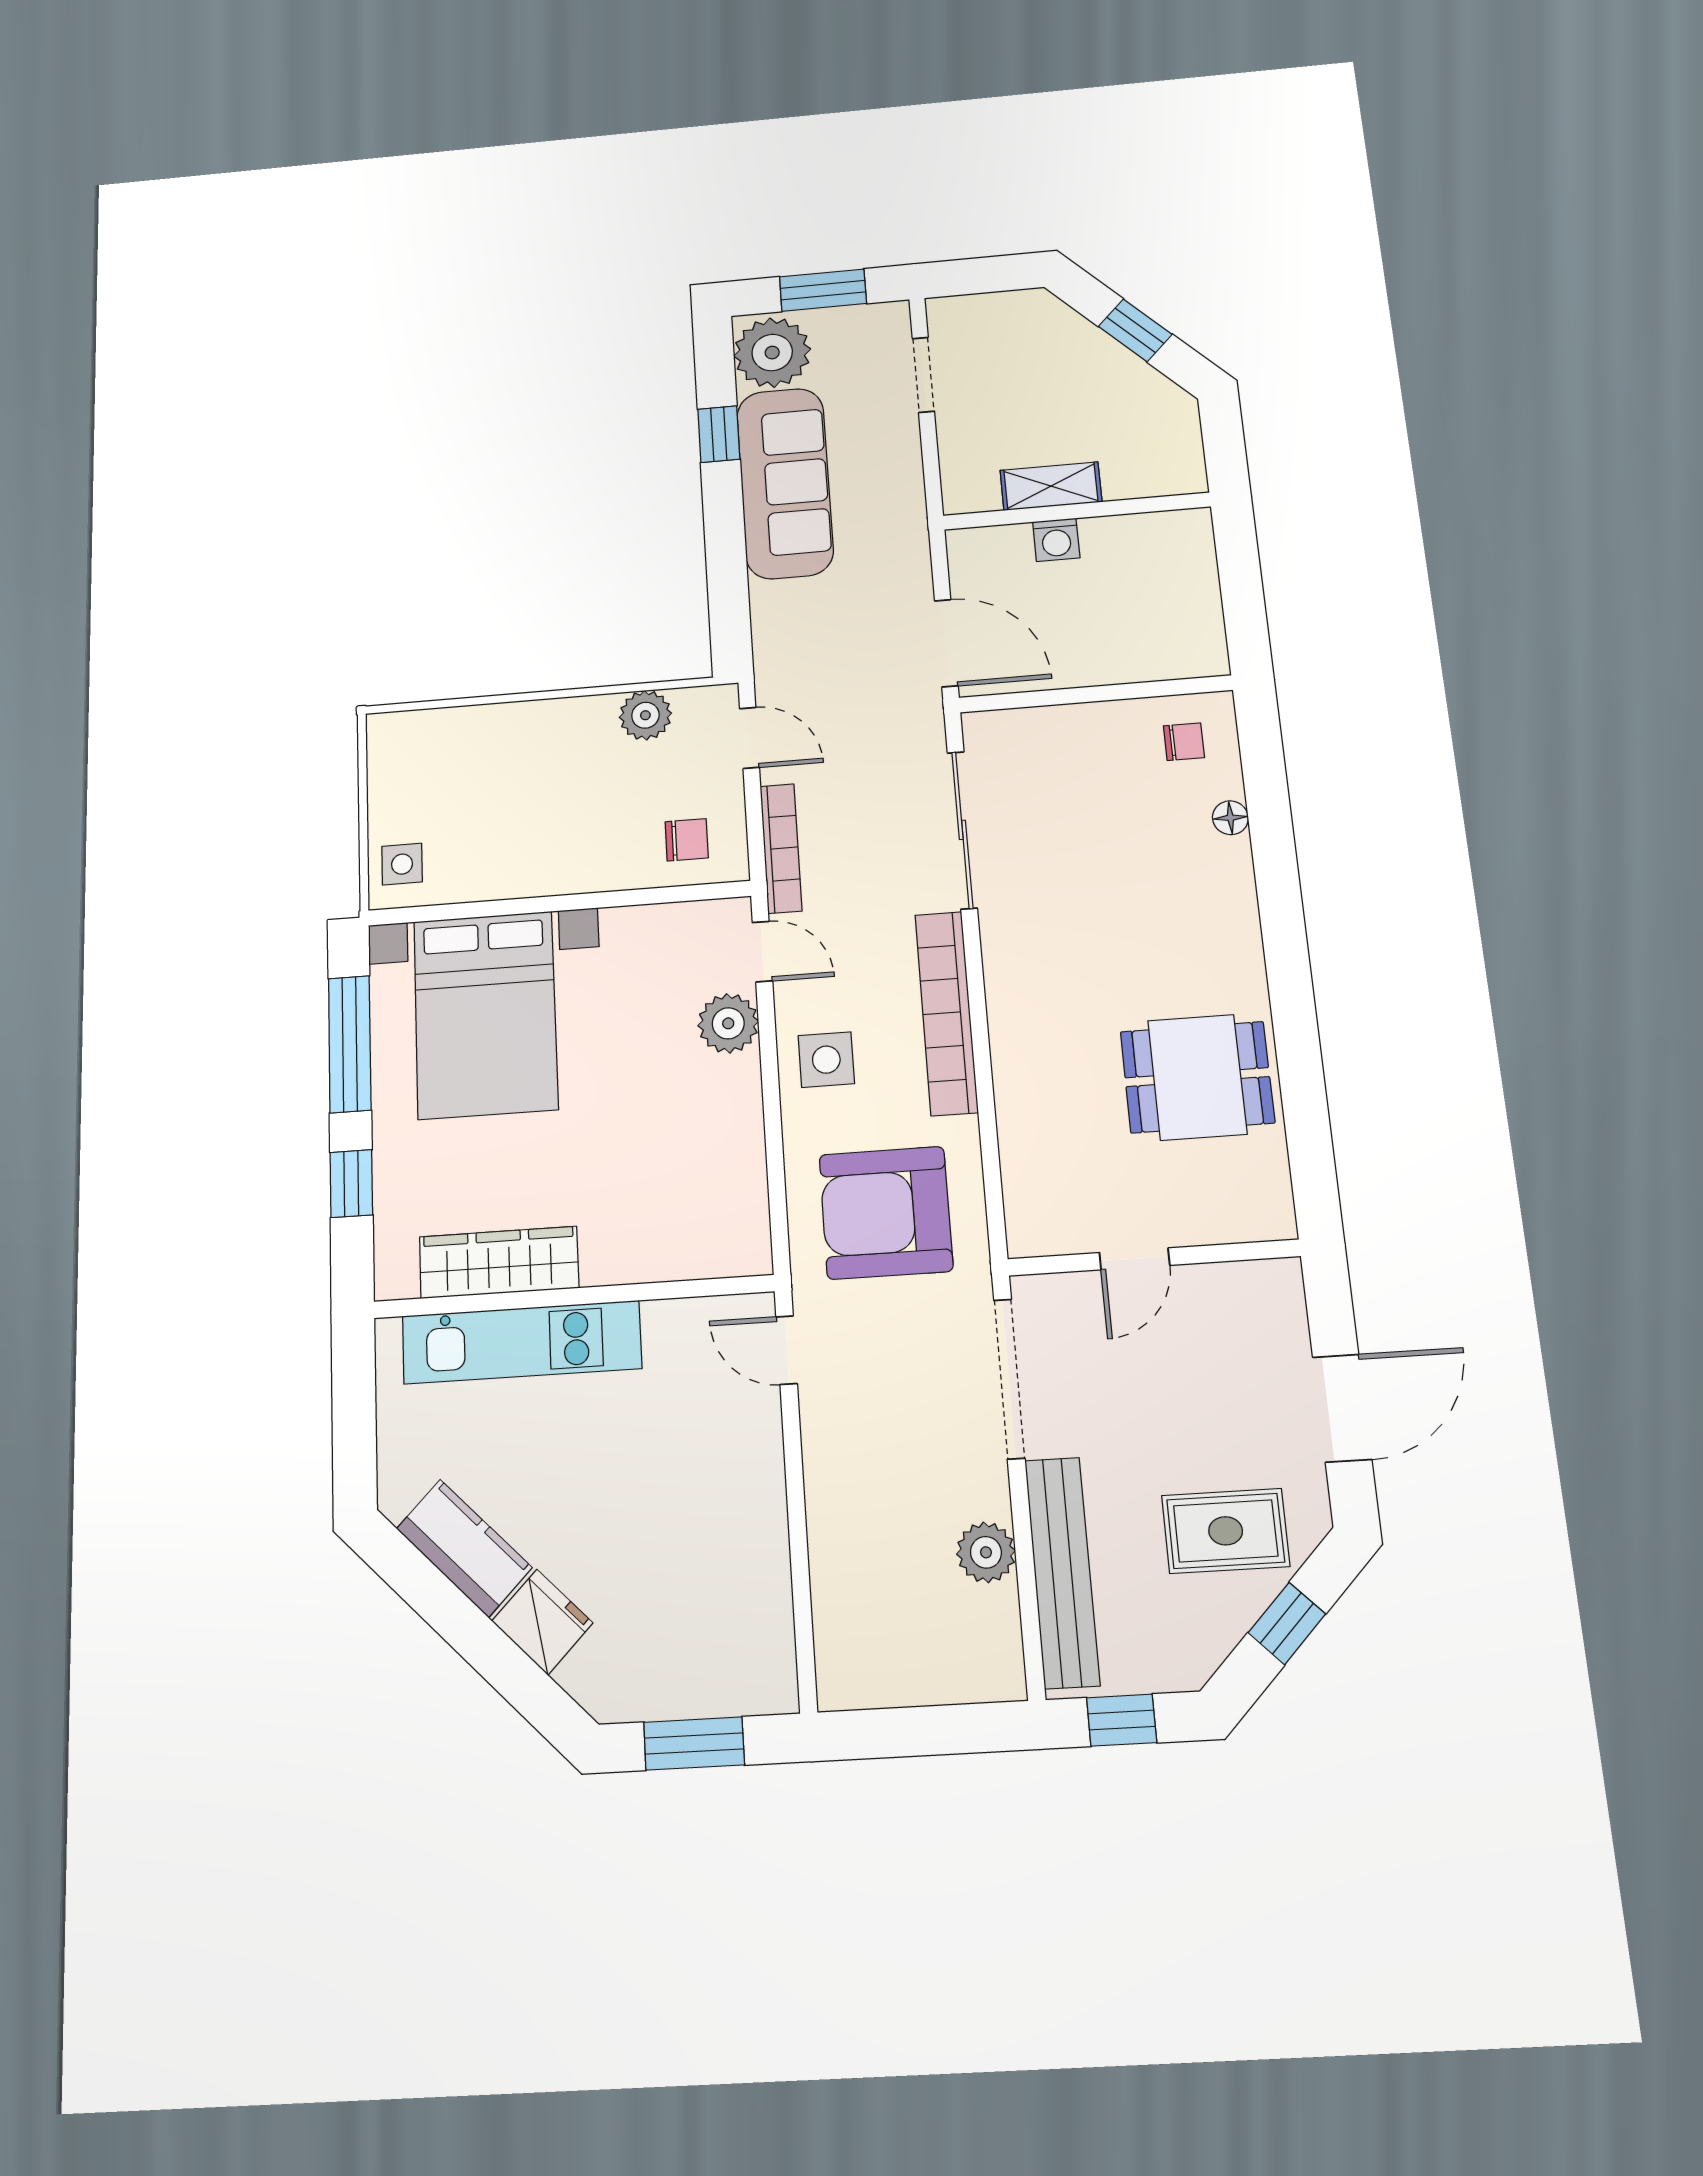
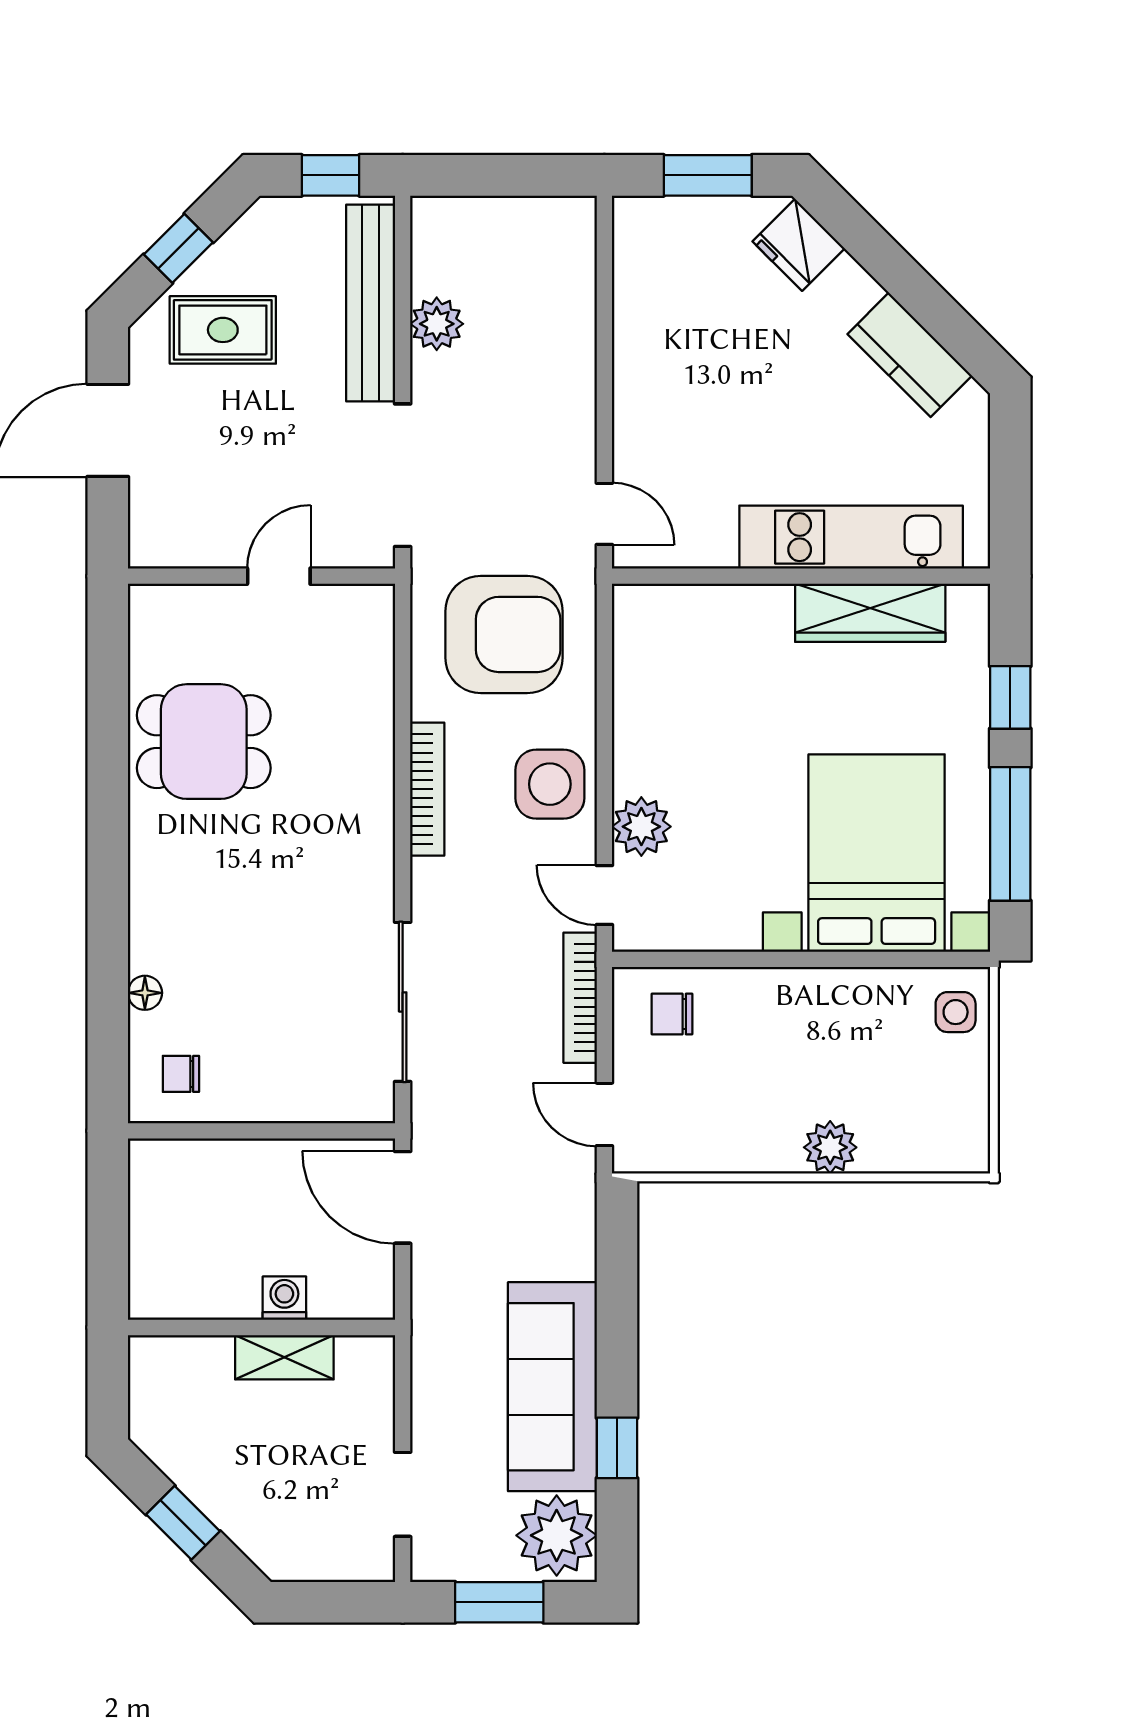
plant: (645, 715) -> (830, 1147), moved
bookcase: (946, 1013) -> (427, 789), width x0.68, depth x0.76
side table: (826, 1060) -> (550, 784), width x1.37, depth x1.37
fridge: (542, 1622) -> (799, 245), moved

